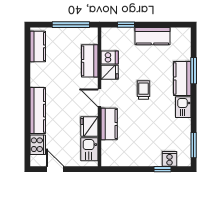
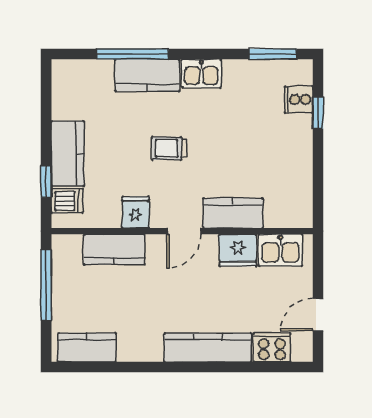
kitchen counter: (152, 36) -> (68, 154), moved
dishwasher: (110, 58) -> (67, 201), moved, turned 90
window: (194, 71) -> (133, 54), width x1.44

